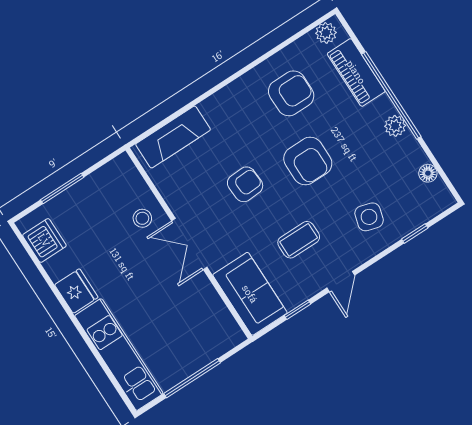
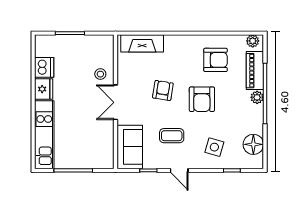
plant: (395, 126) -> (257, 97), moved
floor lamp: (428, 173) -> (253, 144), width x1.89, depth x1.89
armchair: (245, 184) -> (163, 90), turned -78
dishwasher: (44, 240) -> (44, 67), moved
door: (341, 282) -> (179, 170), hinge flipped

